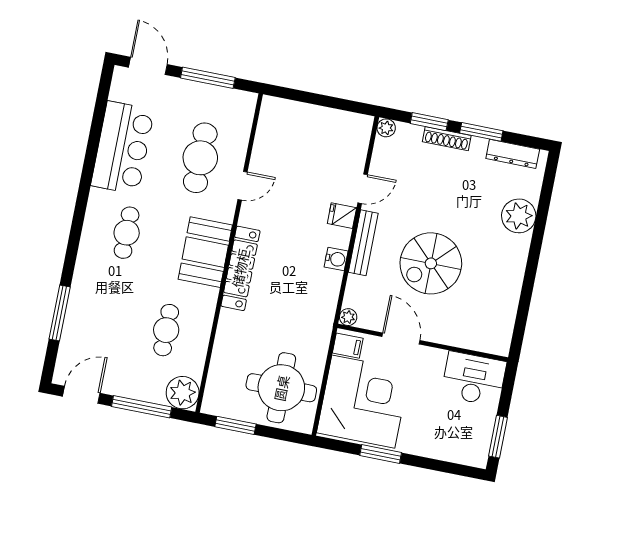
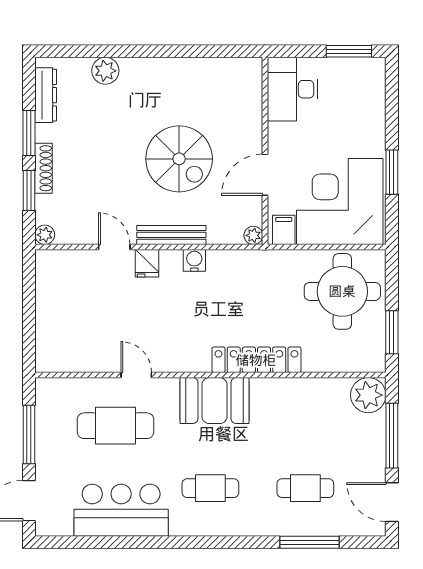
plant: (519, 216) -> (105, 71), width x0.73, depth x0.73
locker: (240, 268) -> (256, 360), moved
cafe table: (166, 330) -> (305, 488), moved

